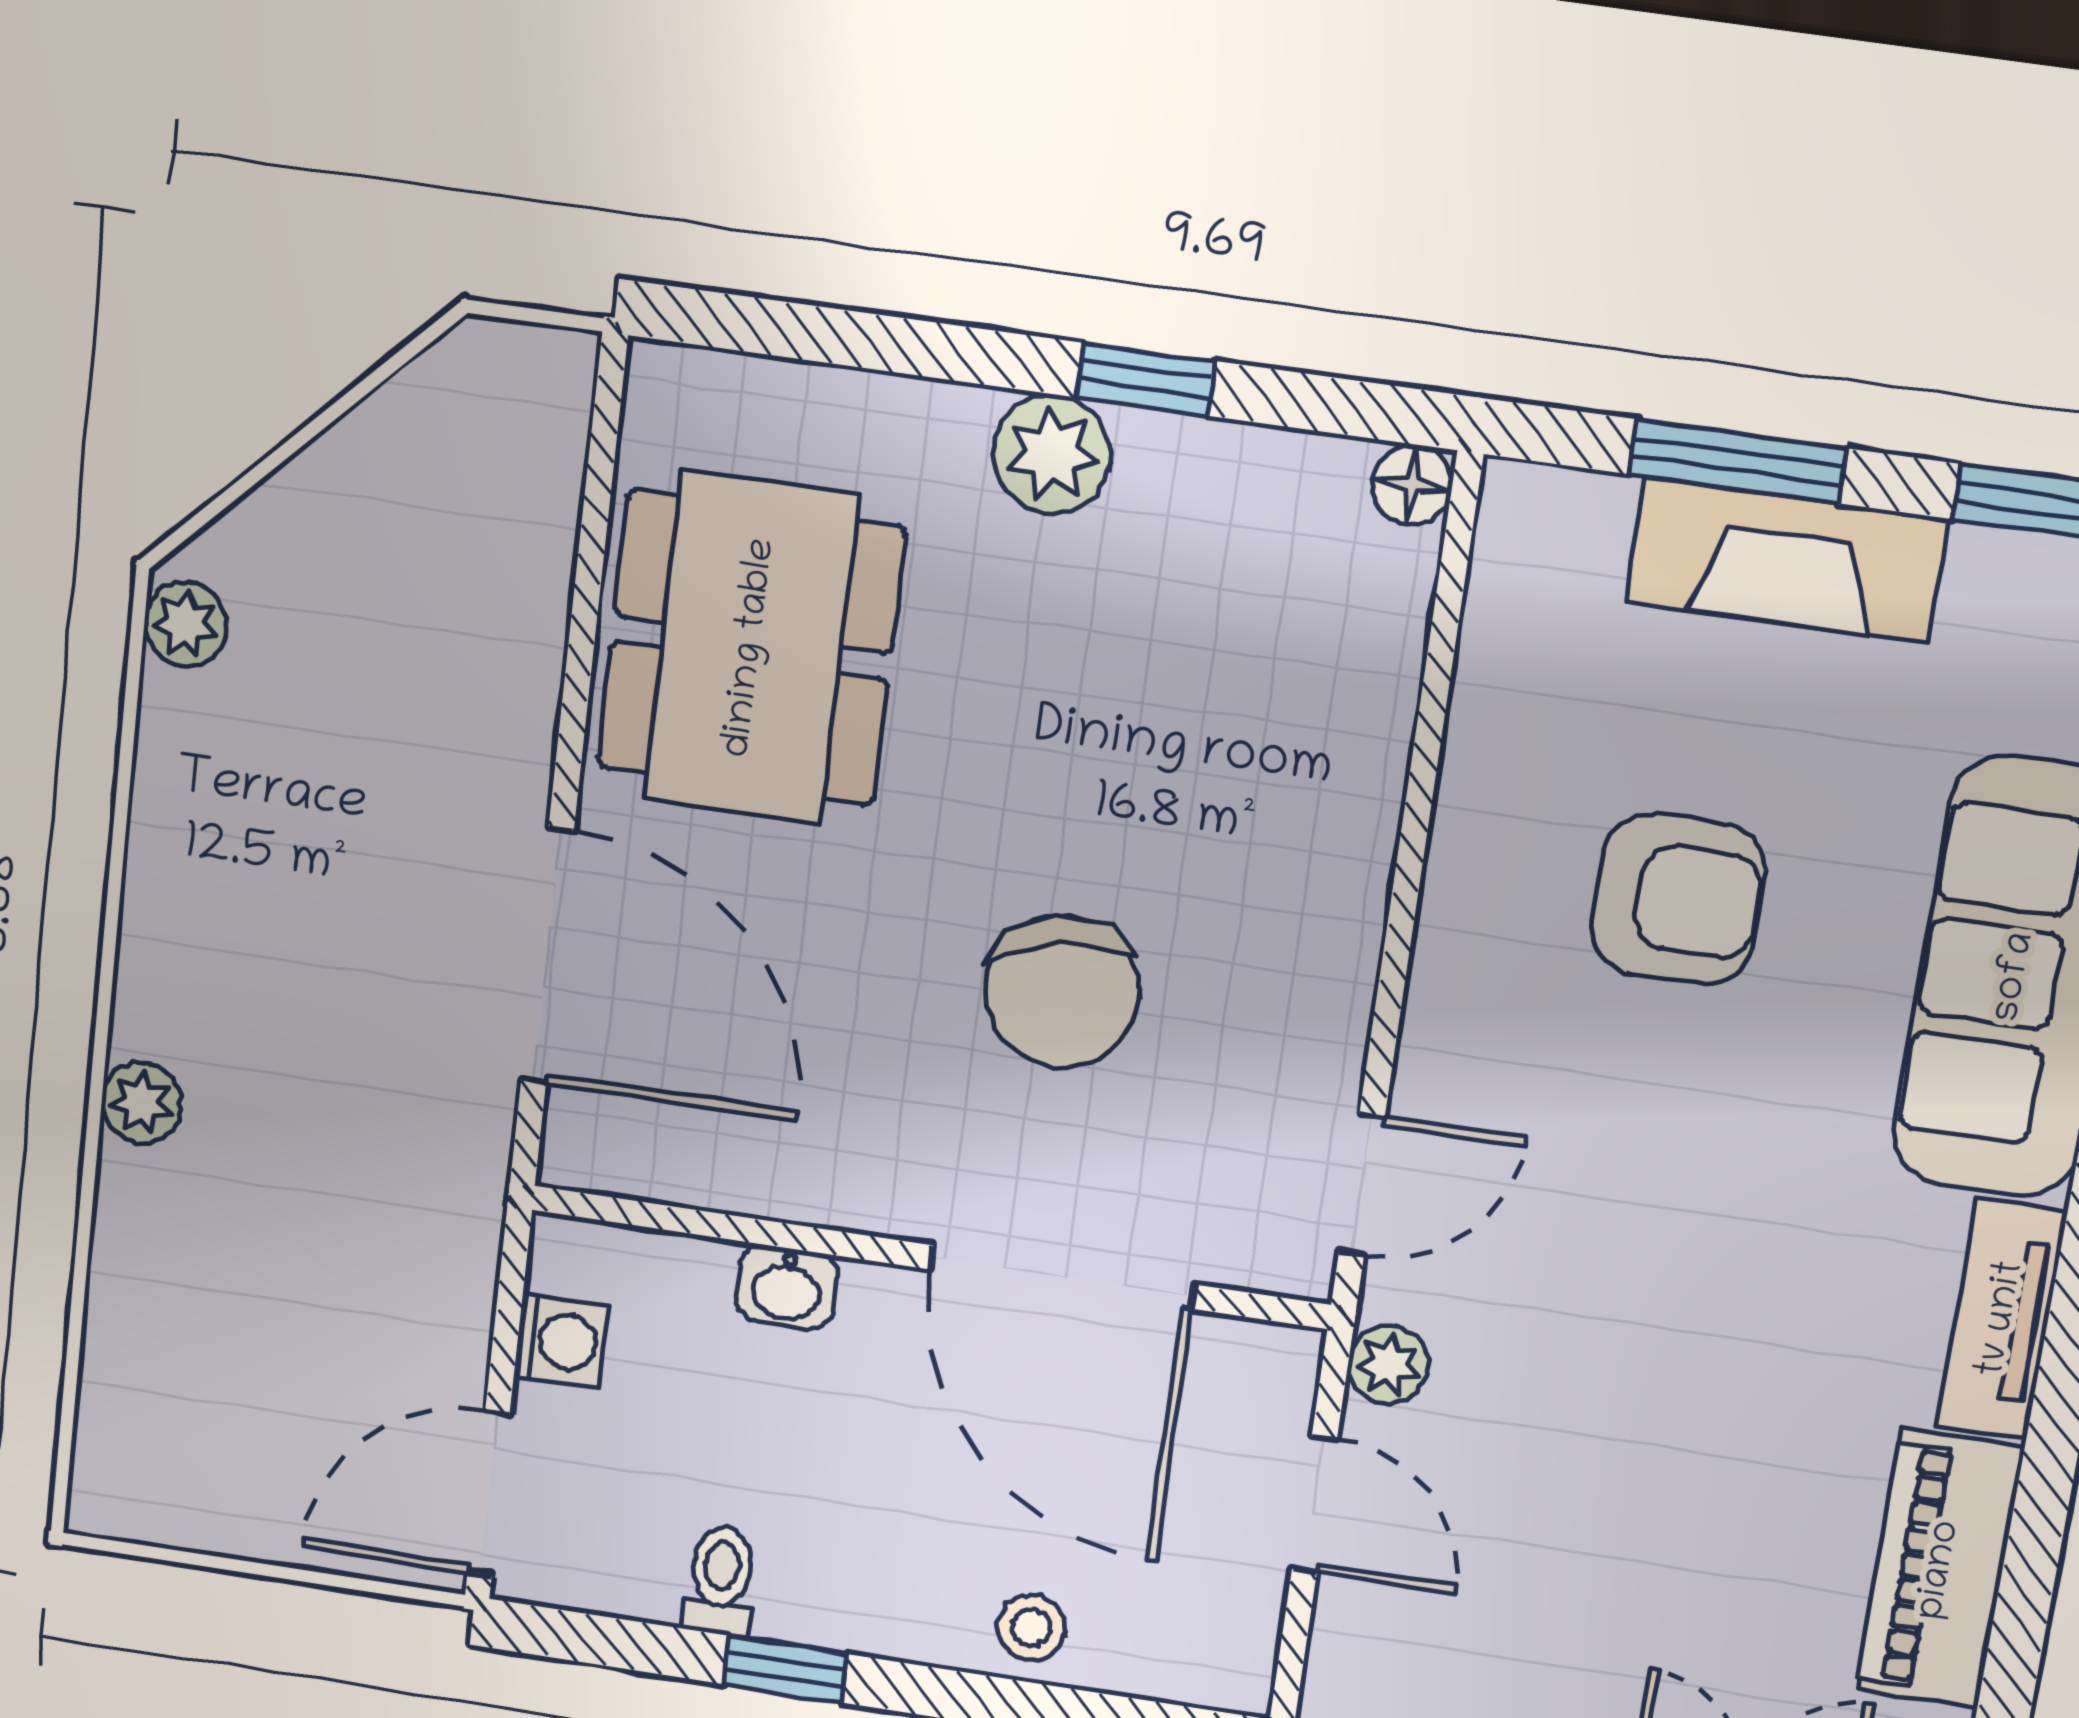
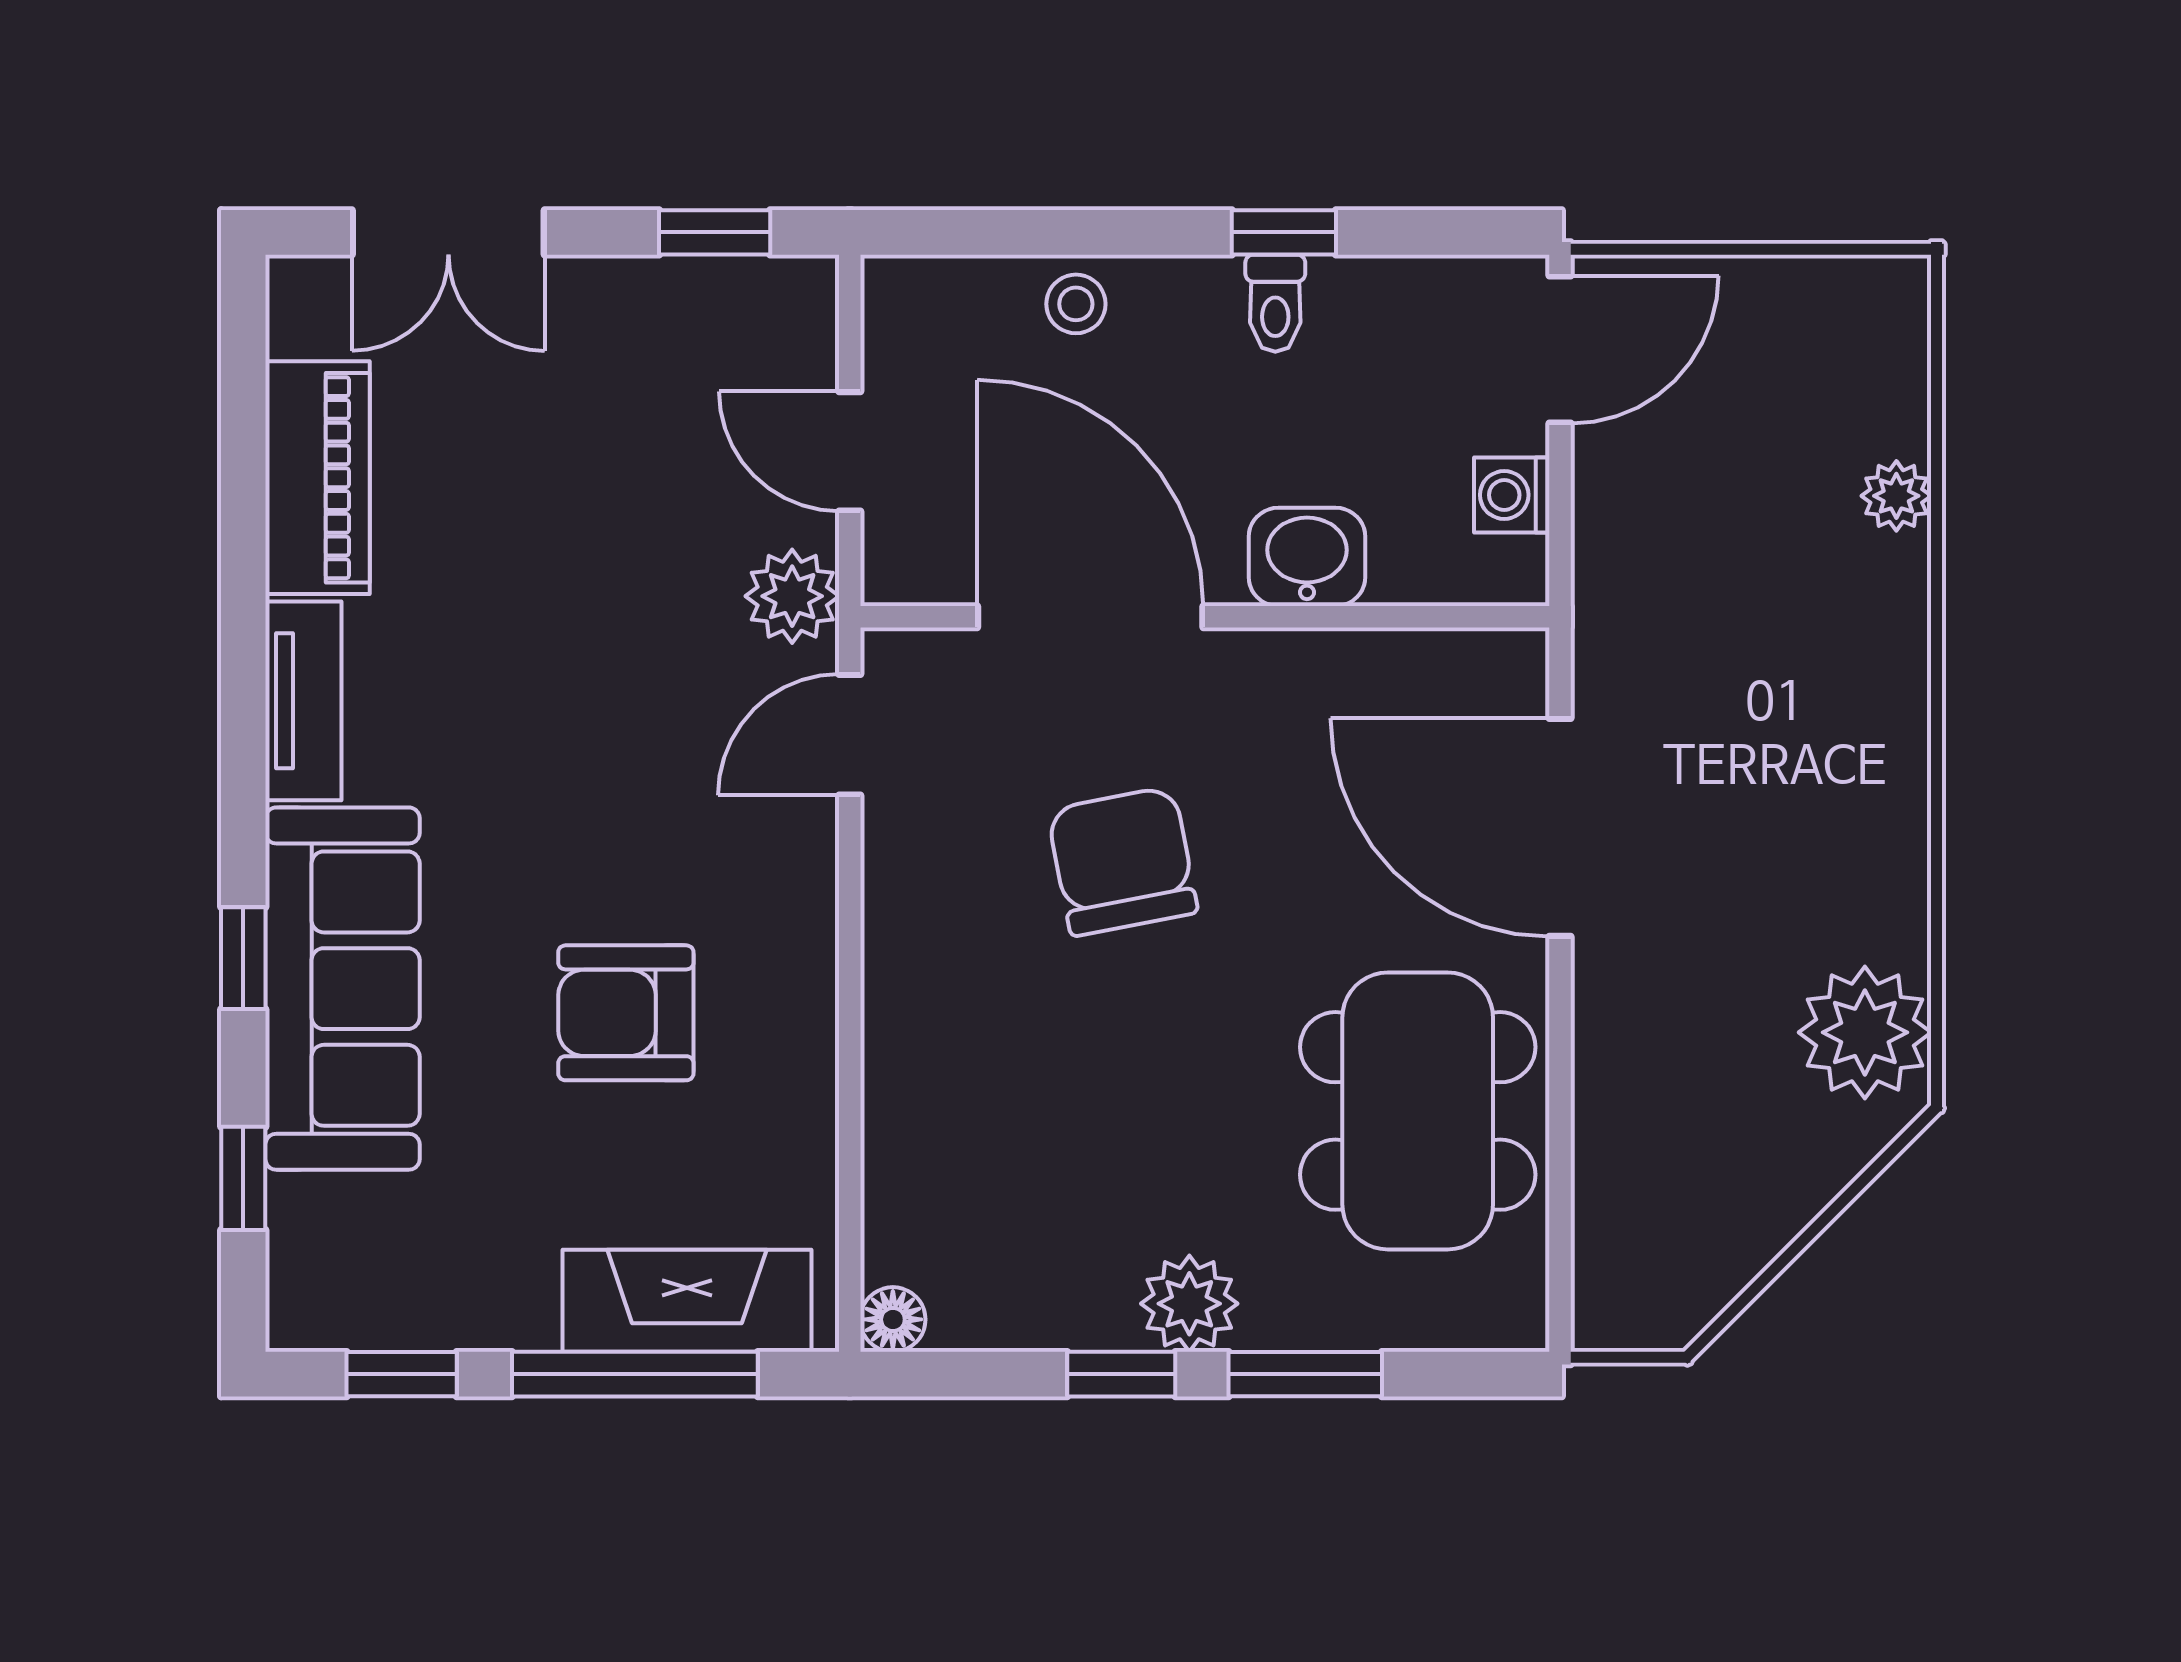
window: (923, 349) -> (1305, 1374), added
window: (1737, 461) -> (635, 1374), width x1.44
fireplace: (1787, 560) -> (687, 1301), moved
plant: (186, 624) -> (1865, 1032), width x1.88, depth x1.88
plant: (141, 1103) -> (1896, 496), moved
washbasin: (787, 1287) -> (1307, 557), width x1.38, depth x1.45
plant: (1388, 1365) -> (792, 596), width x1.38, depth x1.38
toilet: (720, 1581) -> (1275, 303), moved

